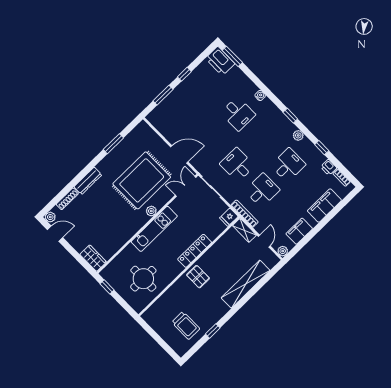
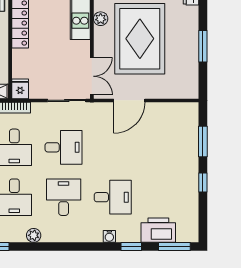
printer: (220, 61) -> (158, 230), moved
desk: (238, 114) -> (113, 197), turned 180
window: (290, 116) -> (131, 247), moved
desk: (263, 139) -> (64, 197), added

